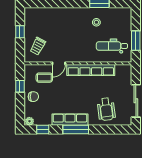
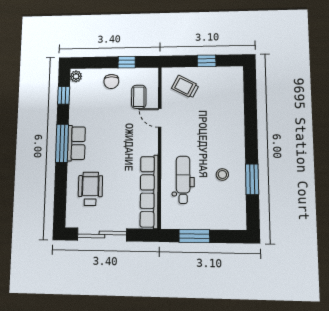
dental chair: (112, 46) -> (183, 180), moved
row of seats: (91, 70) -> (149, 192), moved
wheelchair: (106, 109) -> (90, 189), turned 97
row of seats: (70, 120) -> (76, 143), width x0.68

